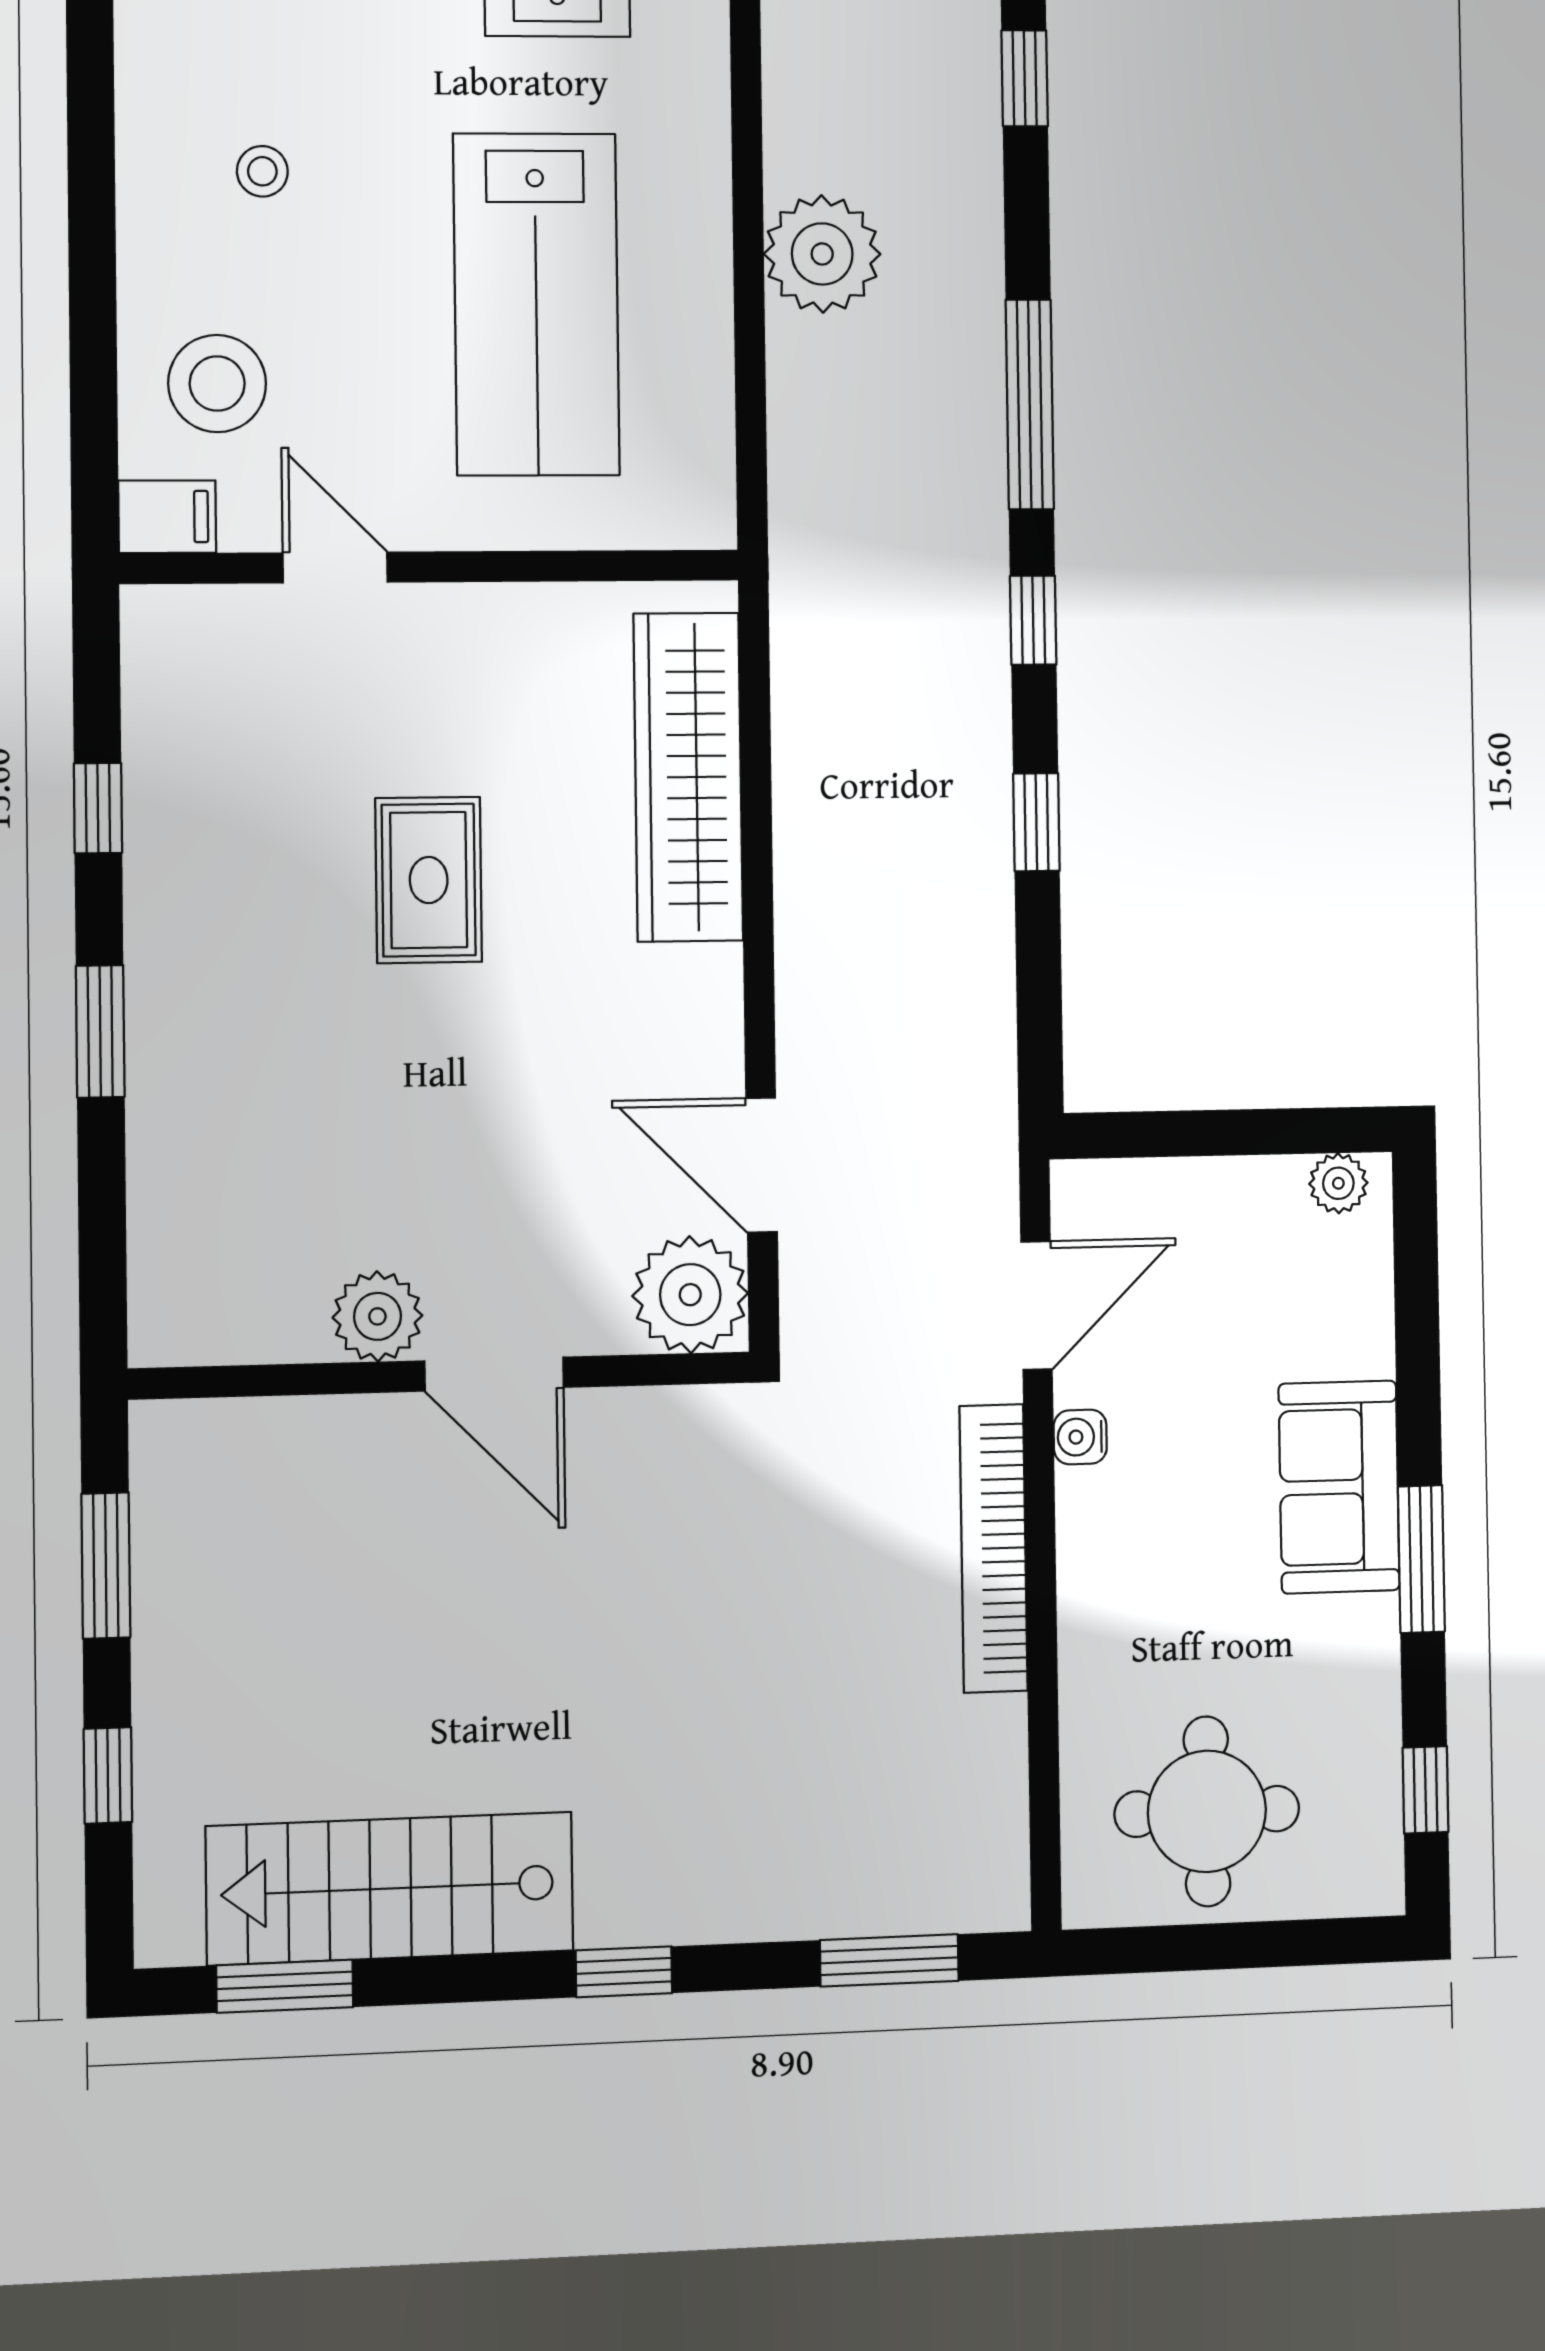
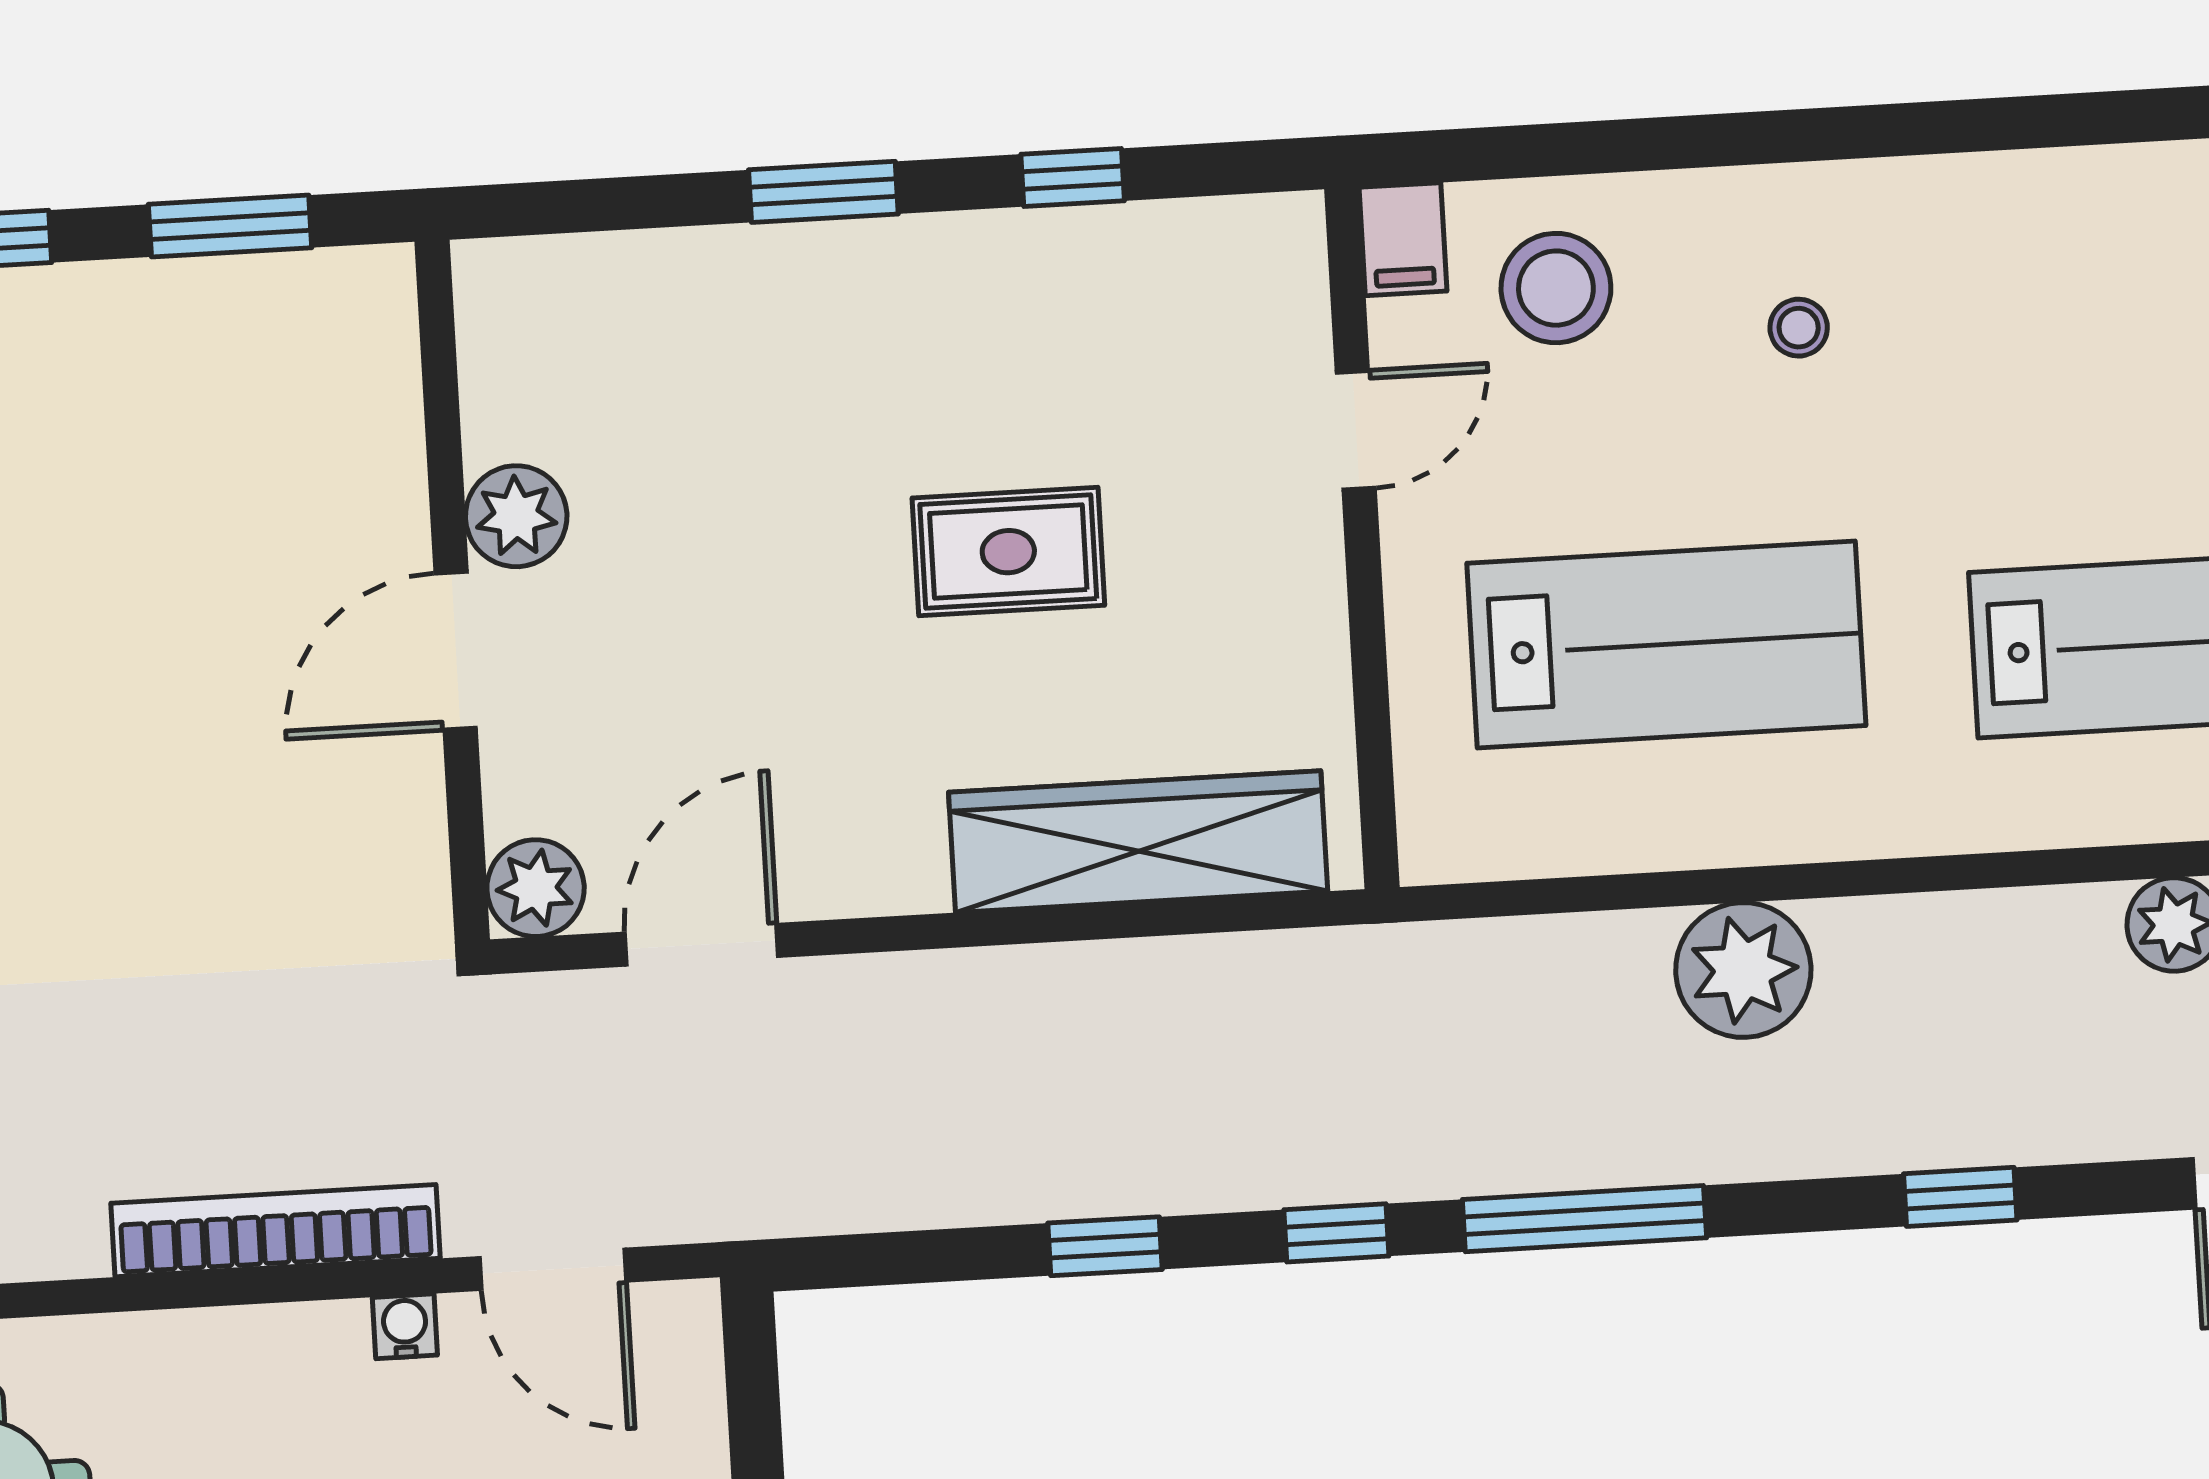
lab bench: (536, 304) -> (1666, 644), turned 180
plant: (690, 1295) -> (536, 888), width x0.73, depth x0.73

